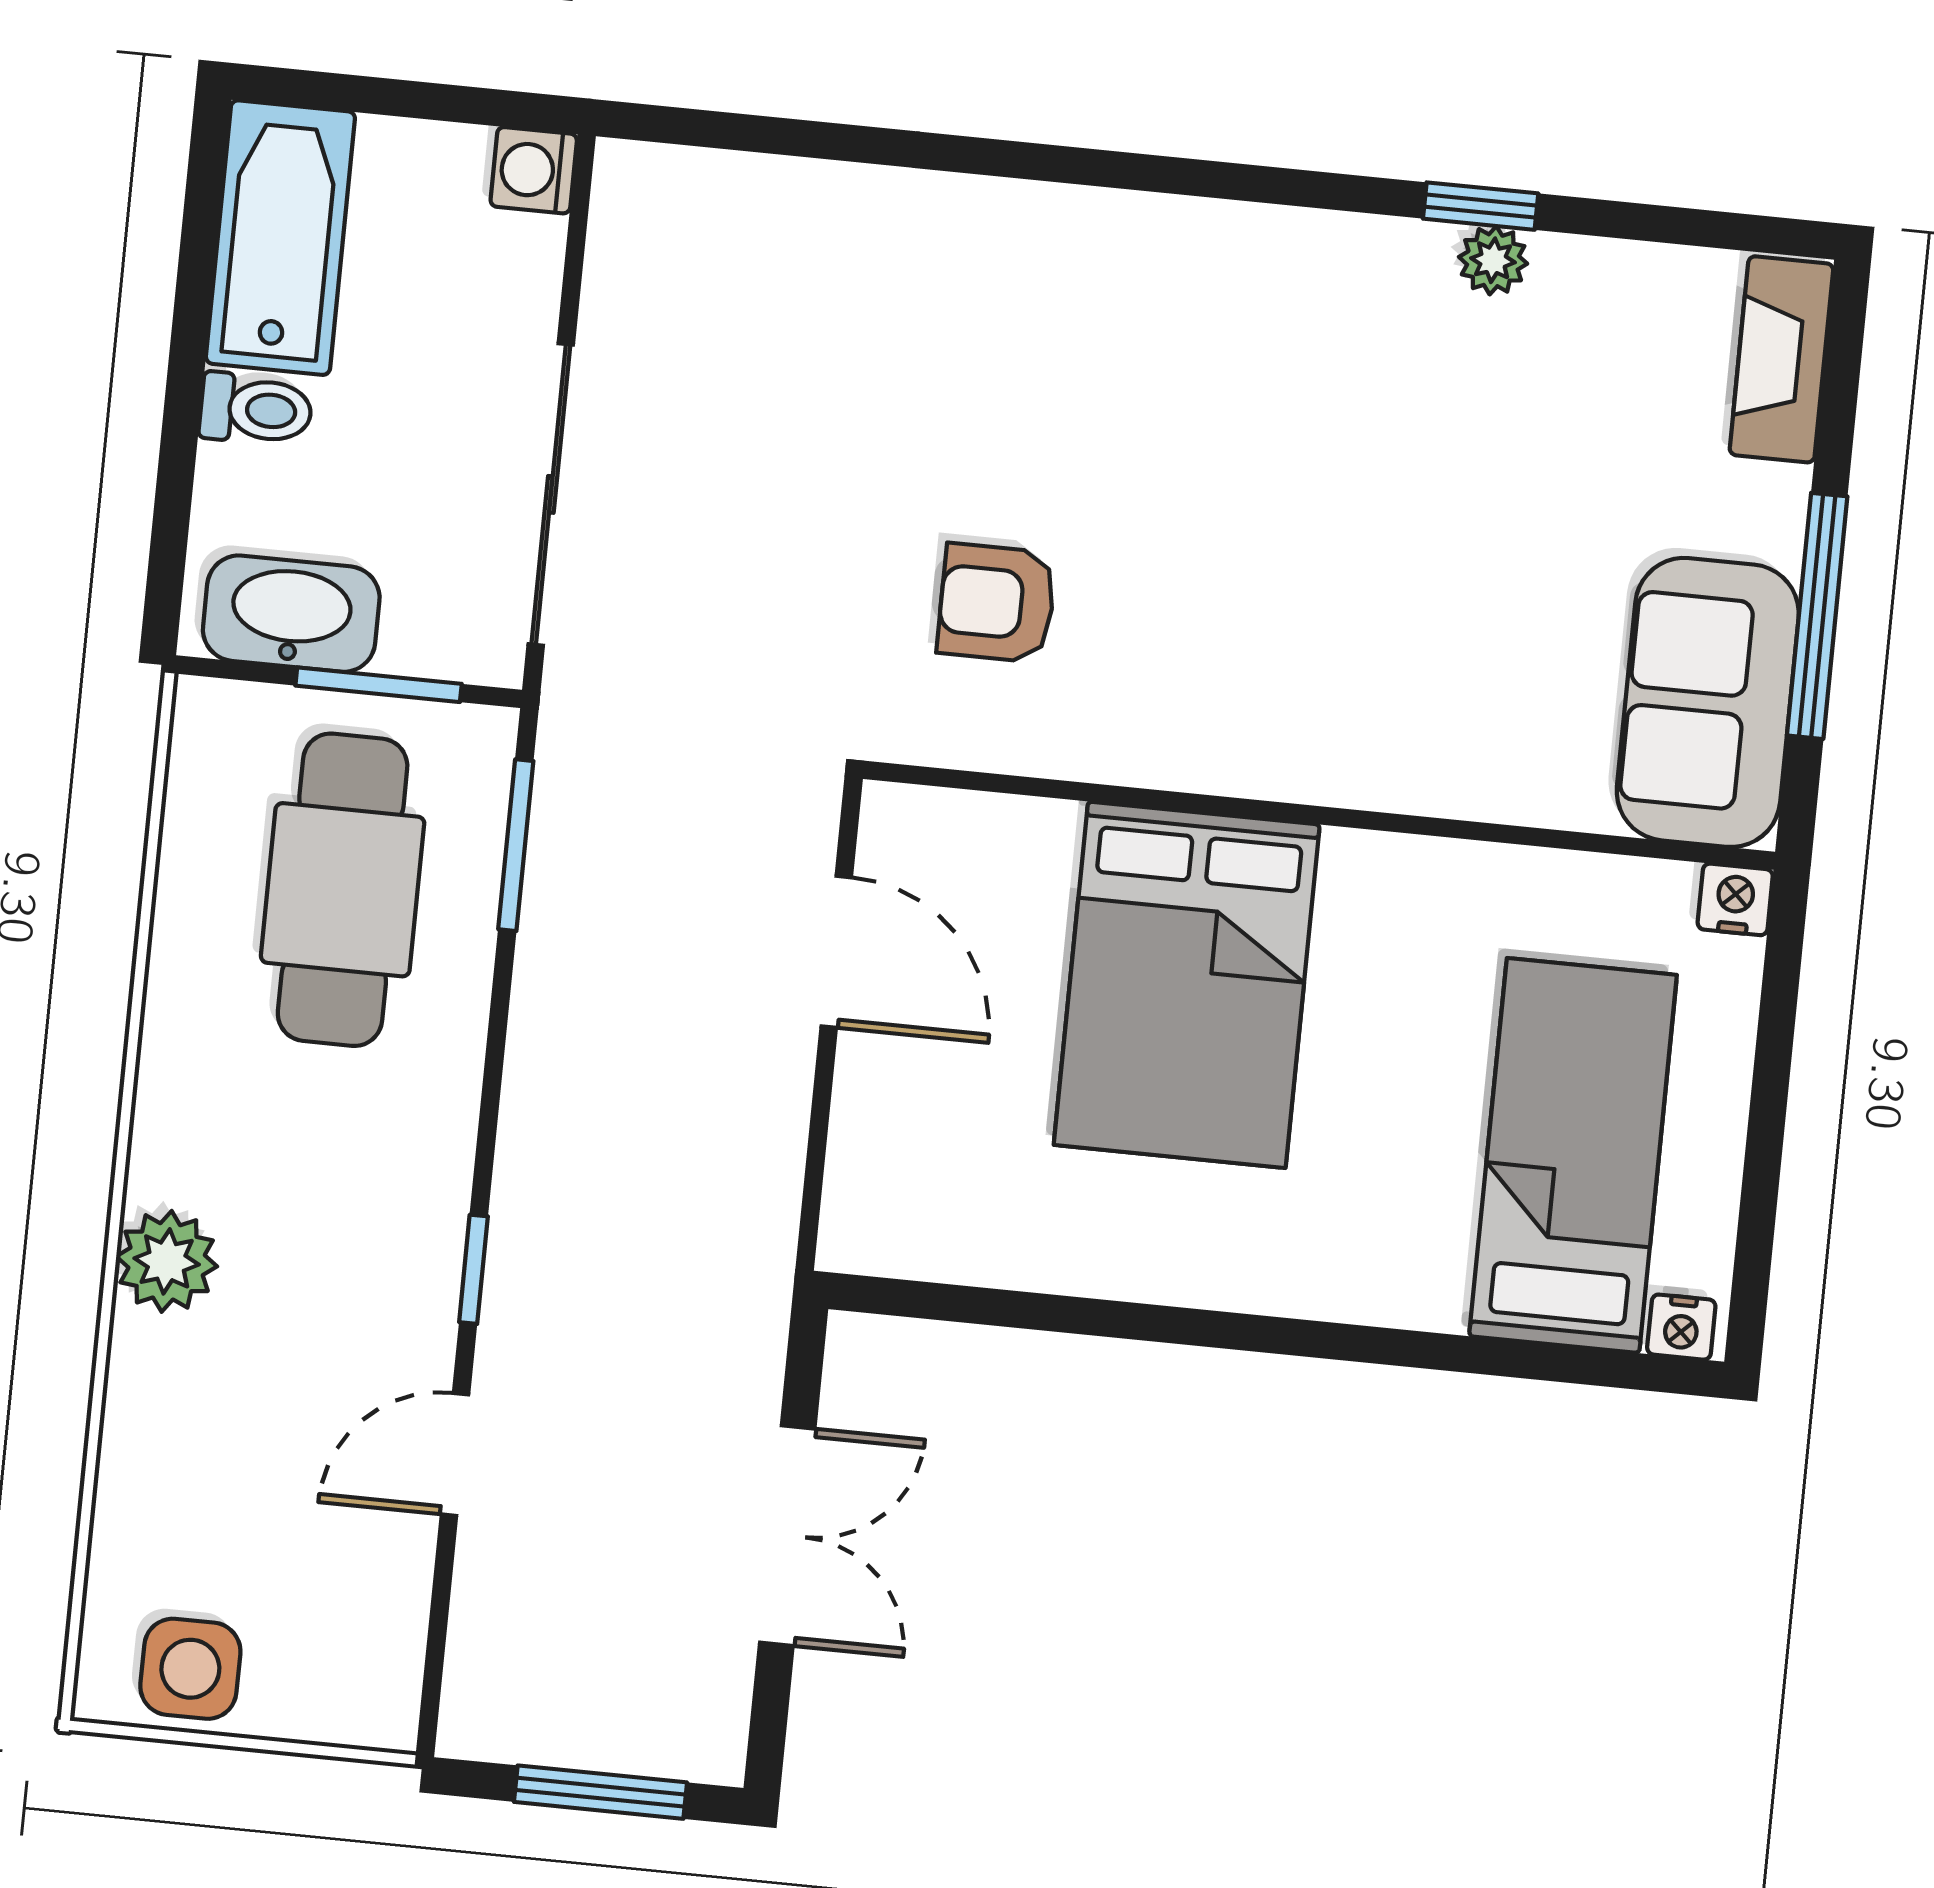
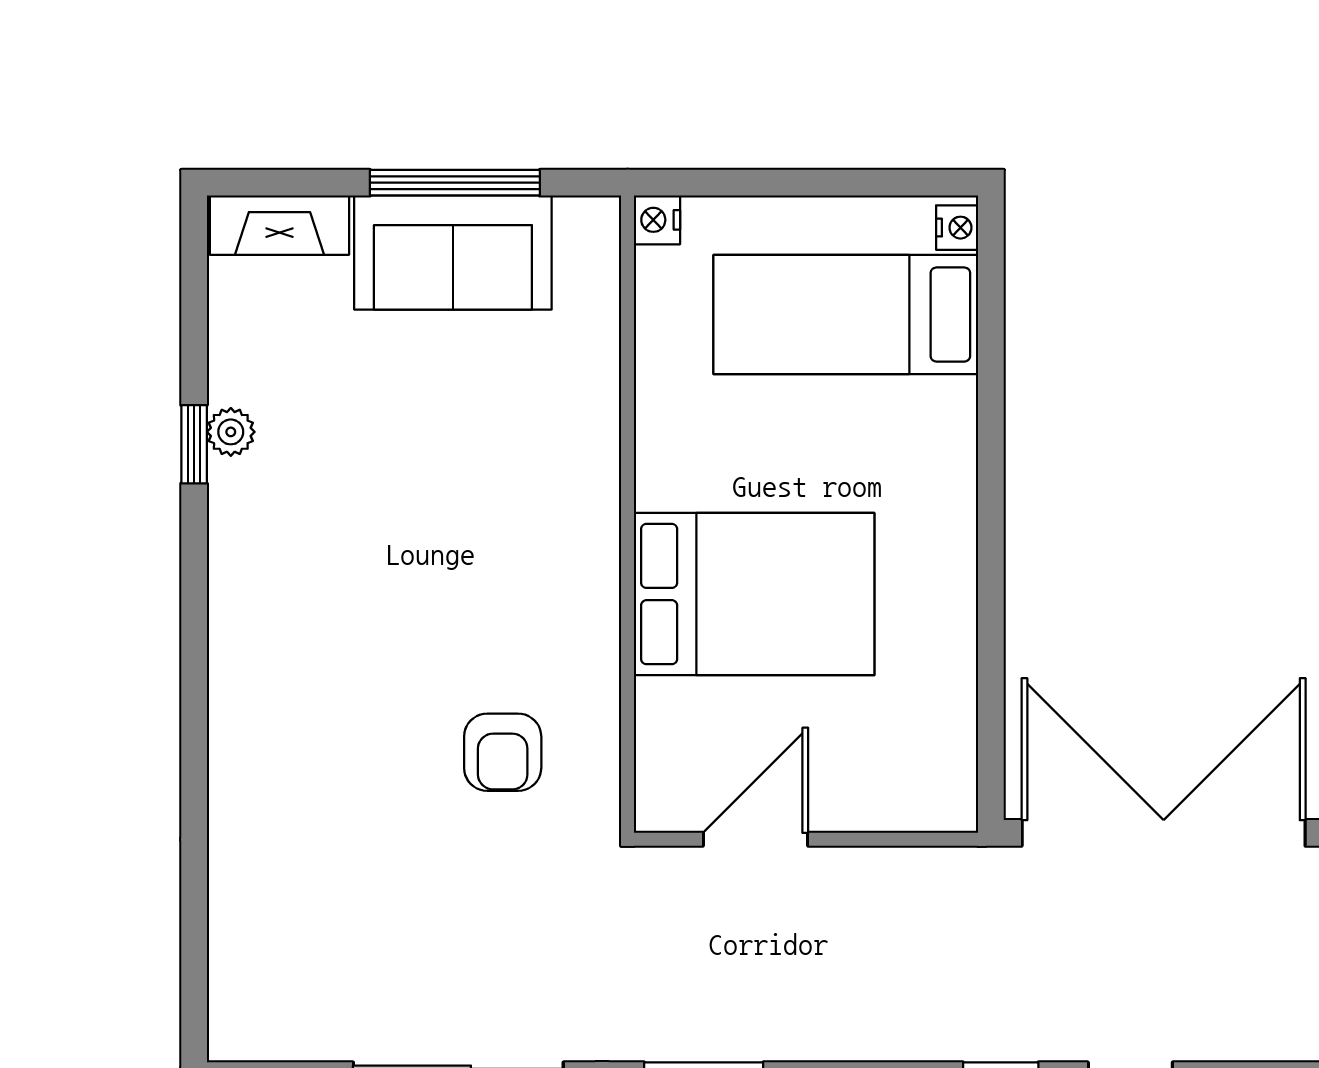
sofa: (1708, 702) -> (453, 253), moved
double door: (787, 1536) -> (1164, 833), width x1.87

